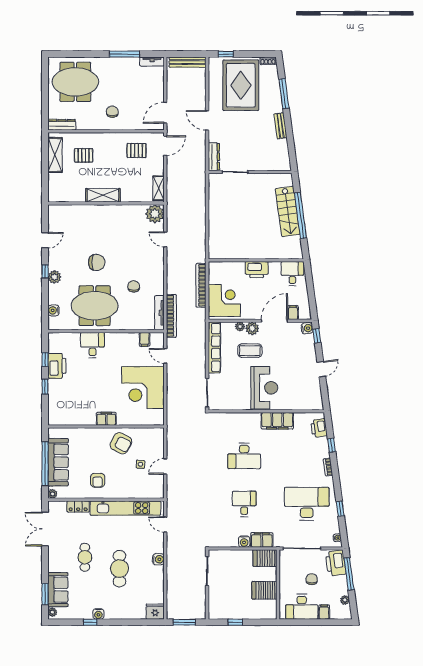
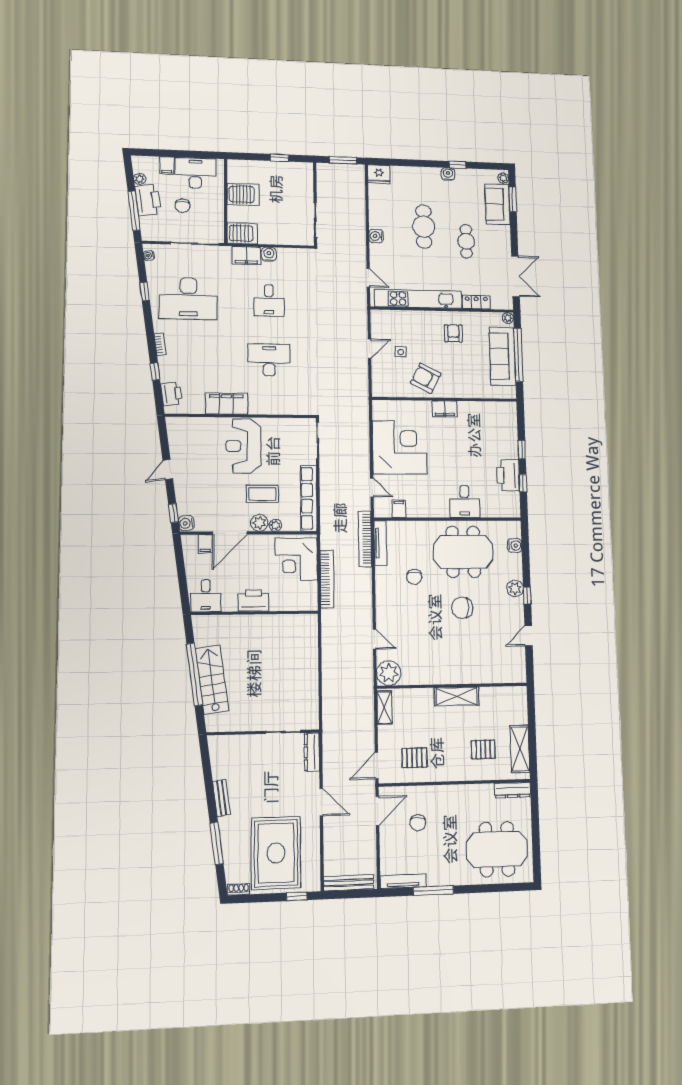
tv unit: (152, 62) -> (403, 881), width x1.41
chair: (112, 112) -> (418, 823), moved
printer: (336, 563) -> (148, 200), moved

